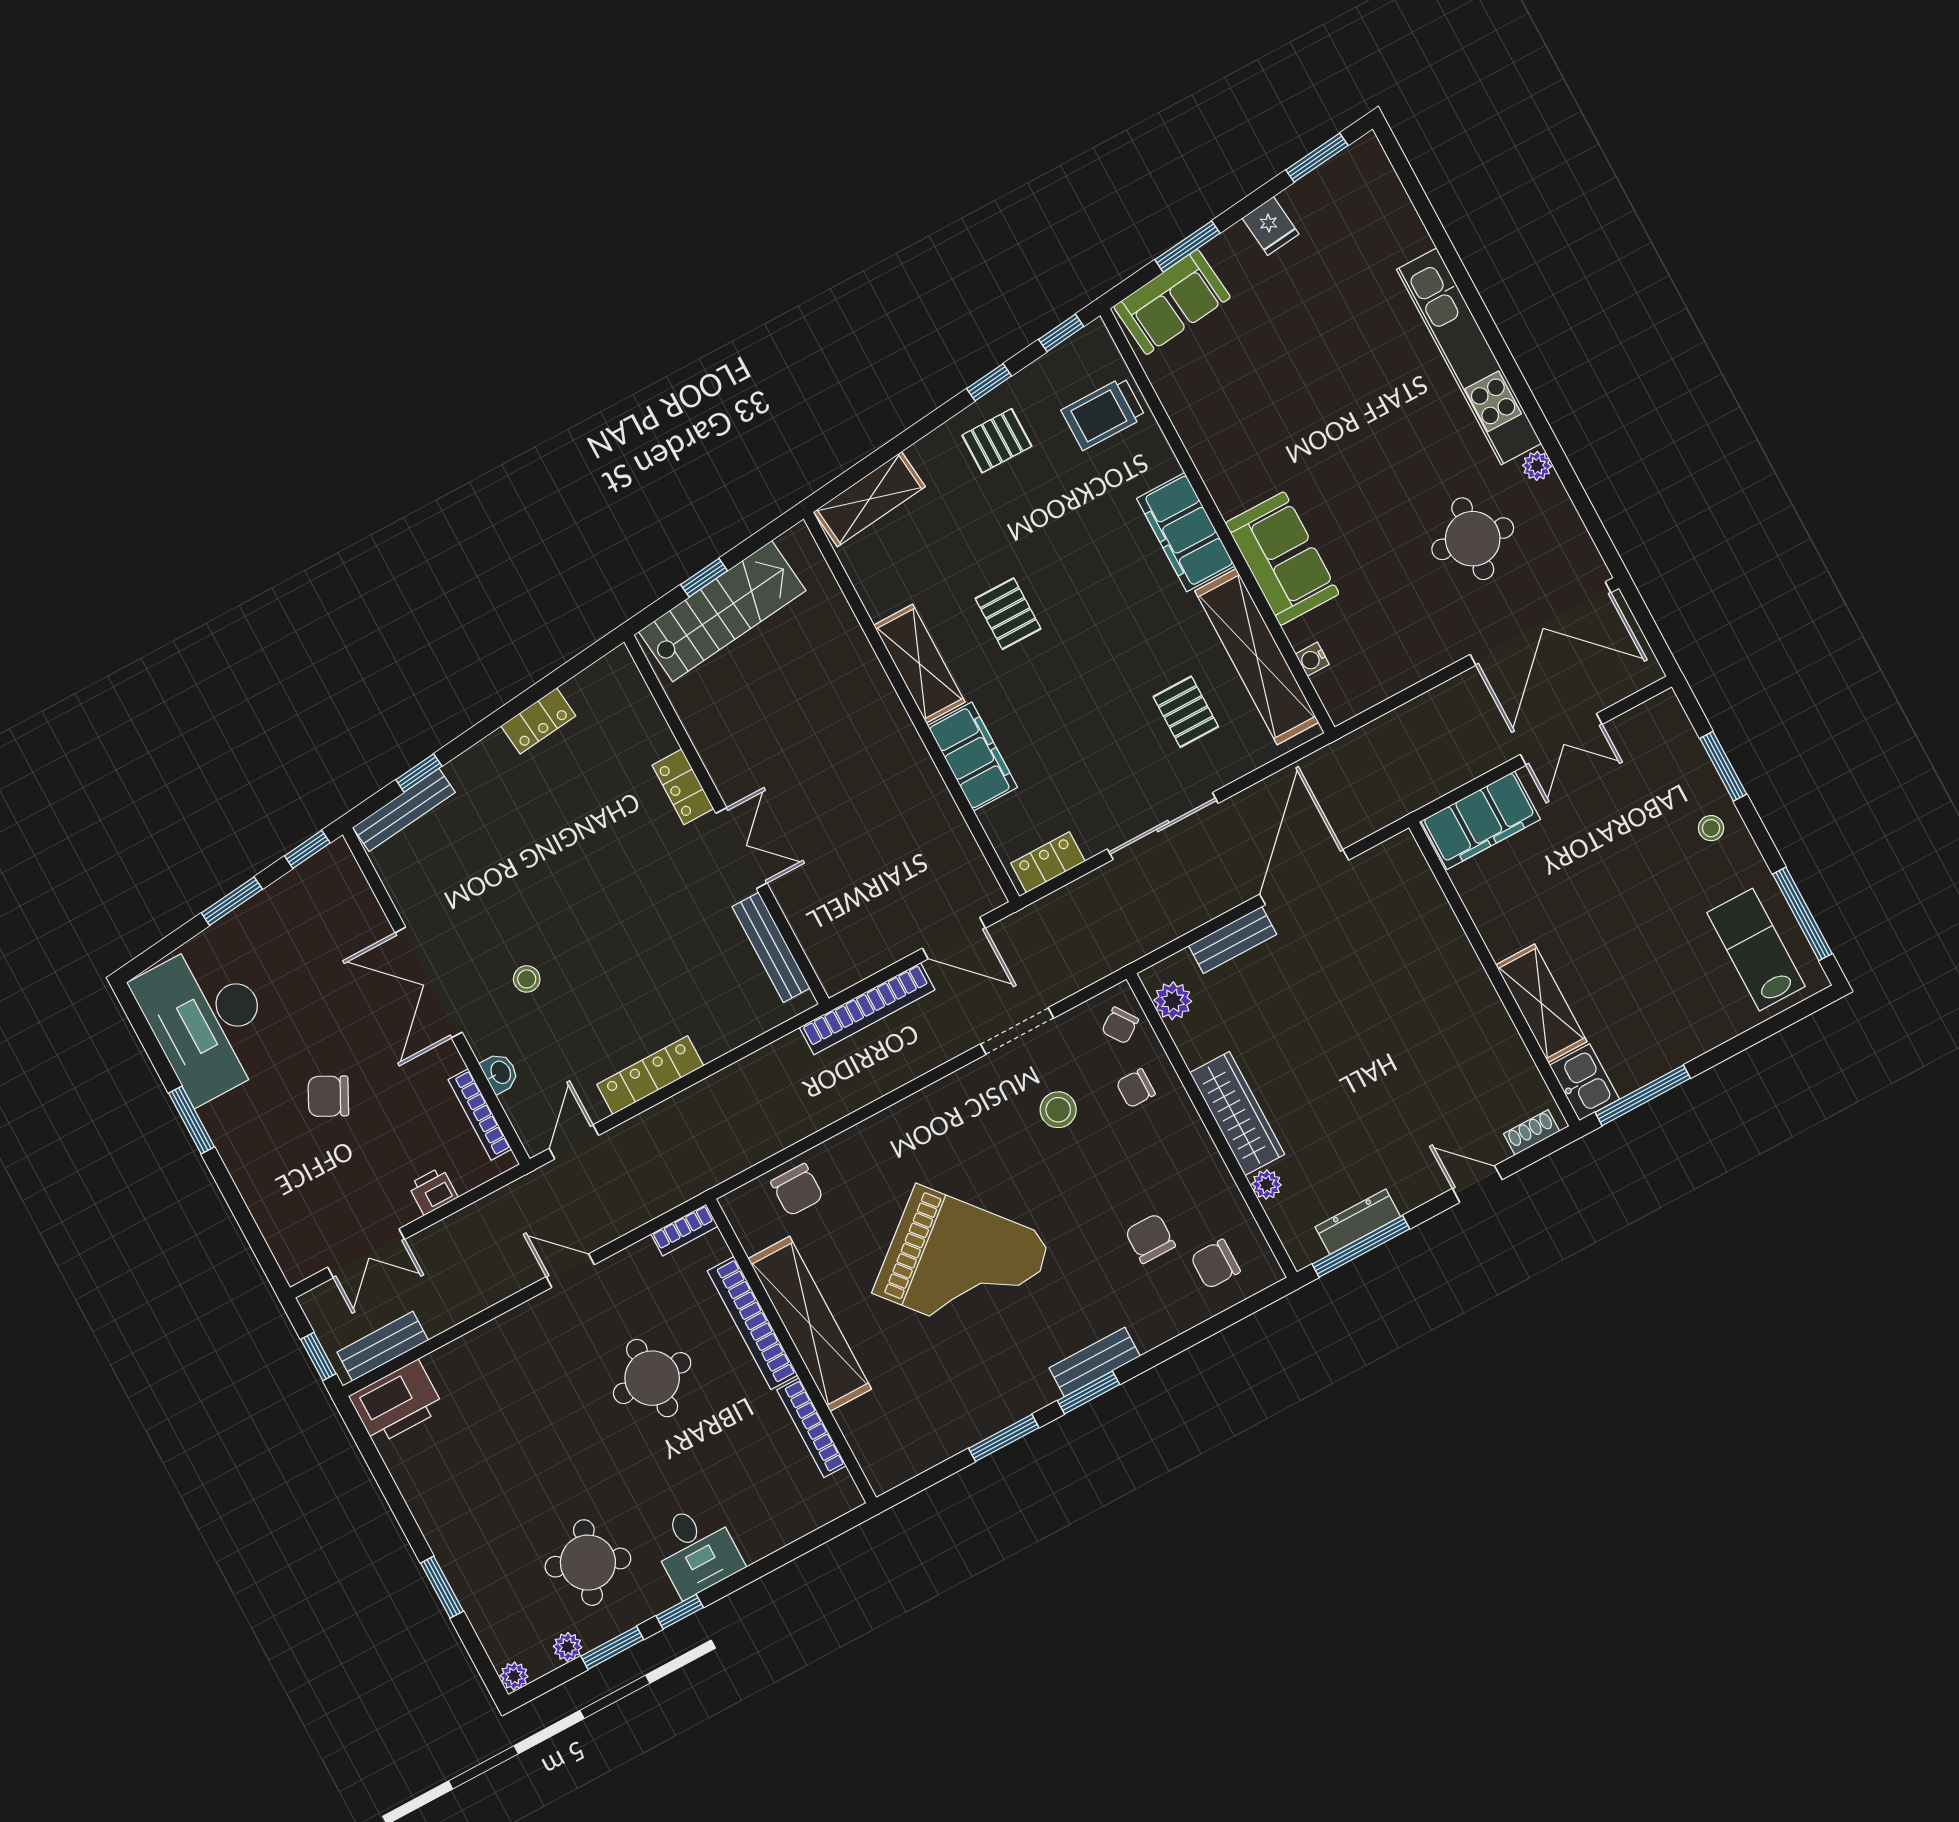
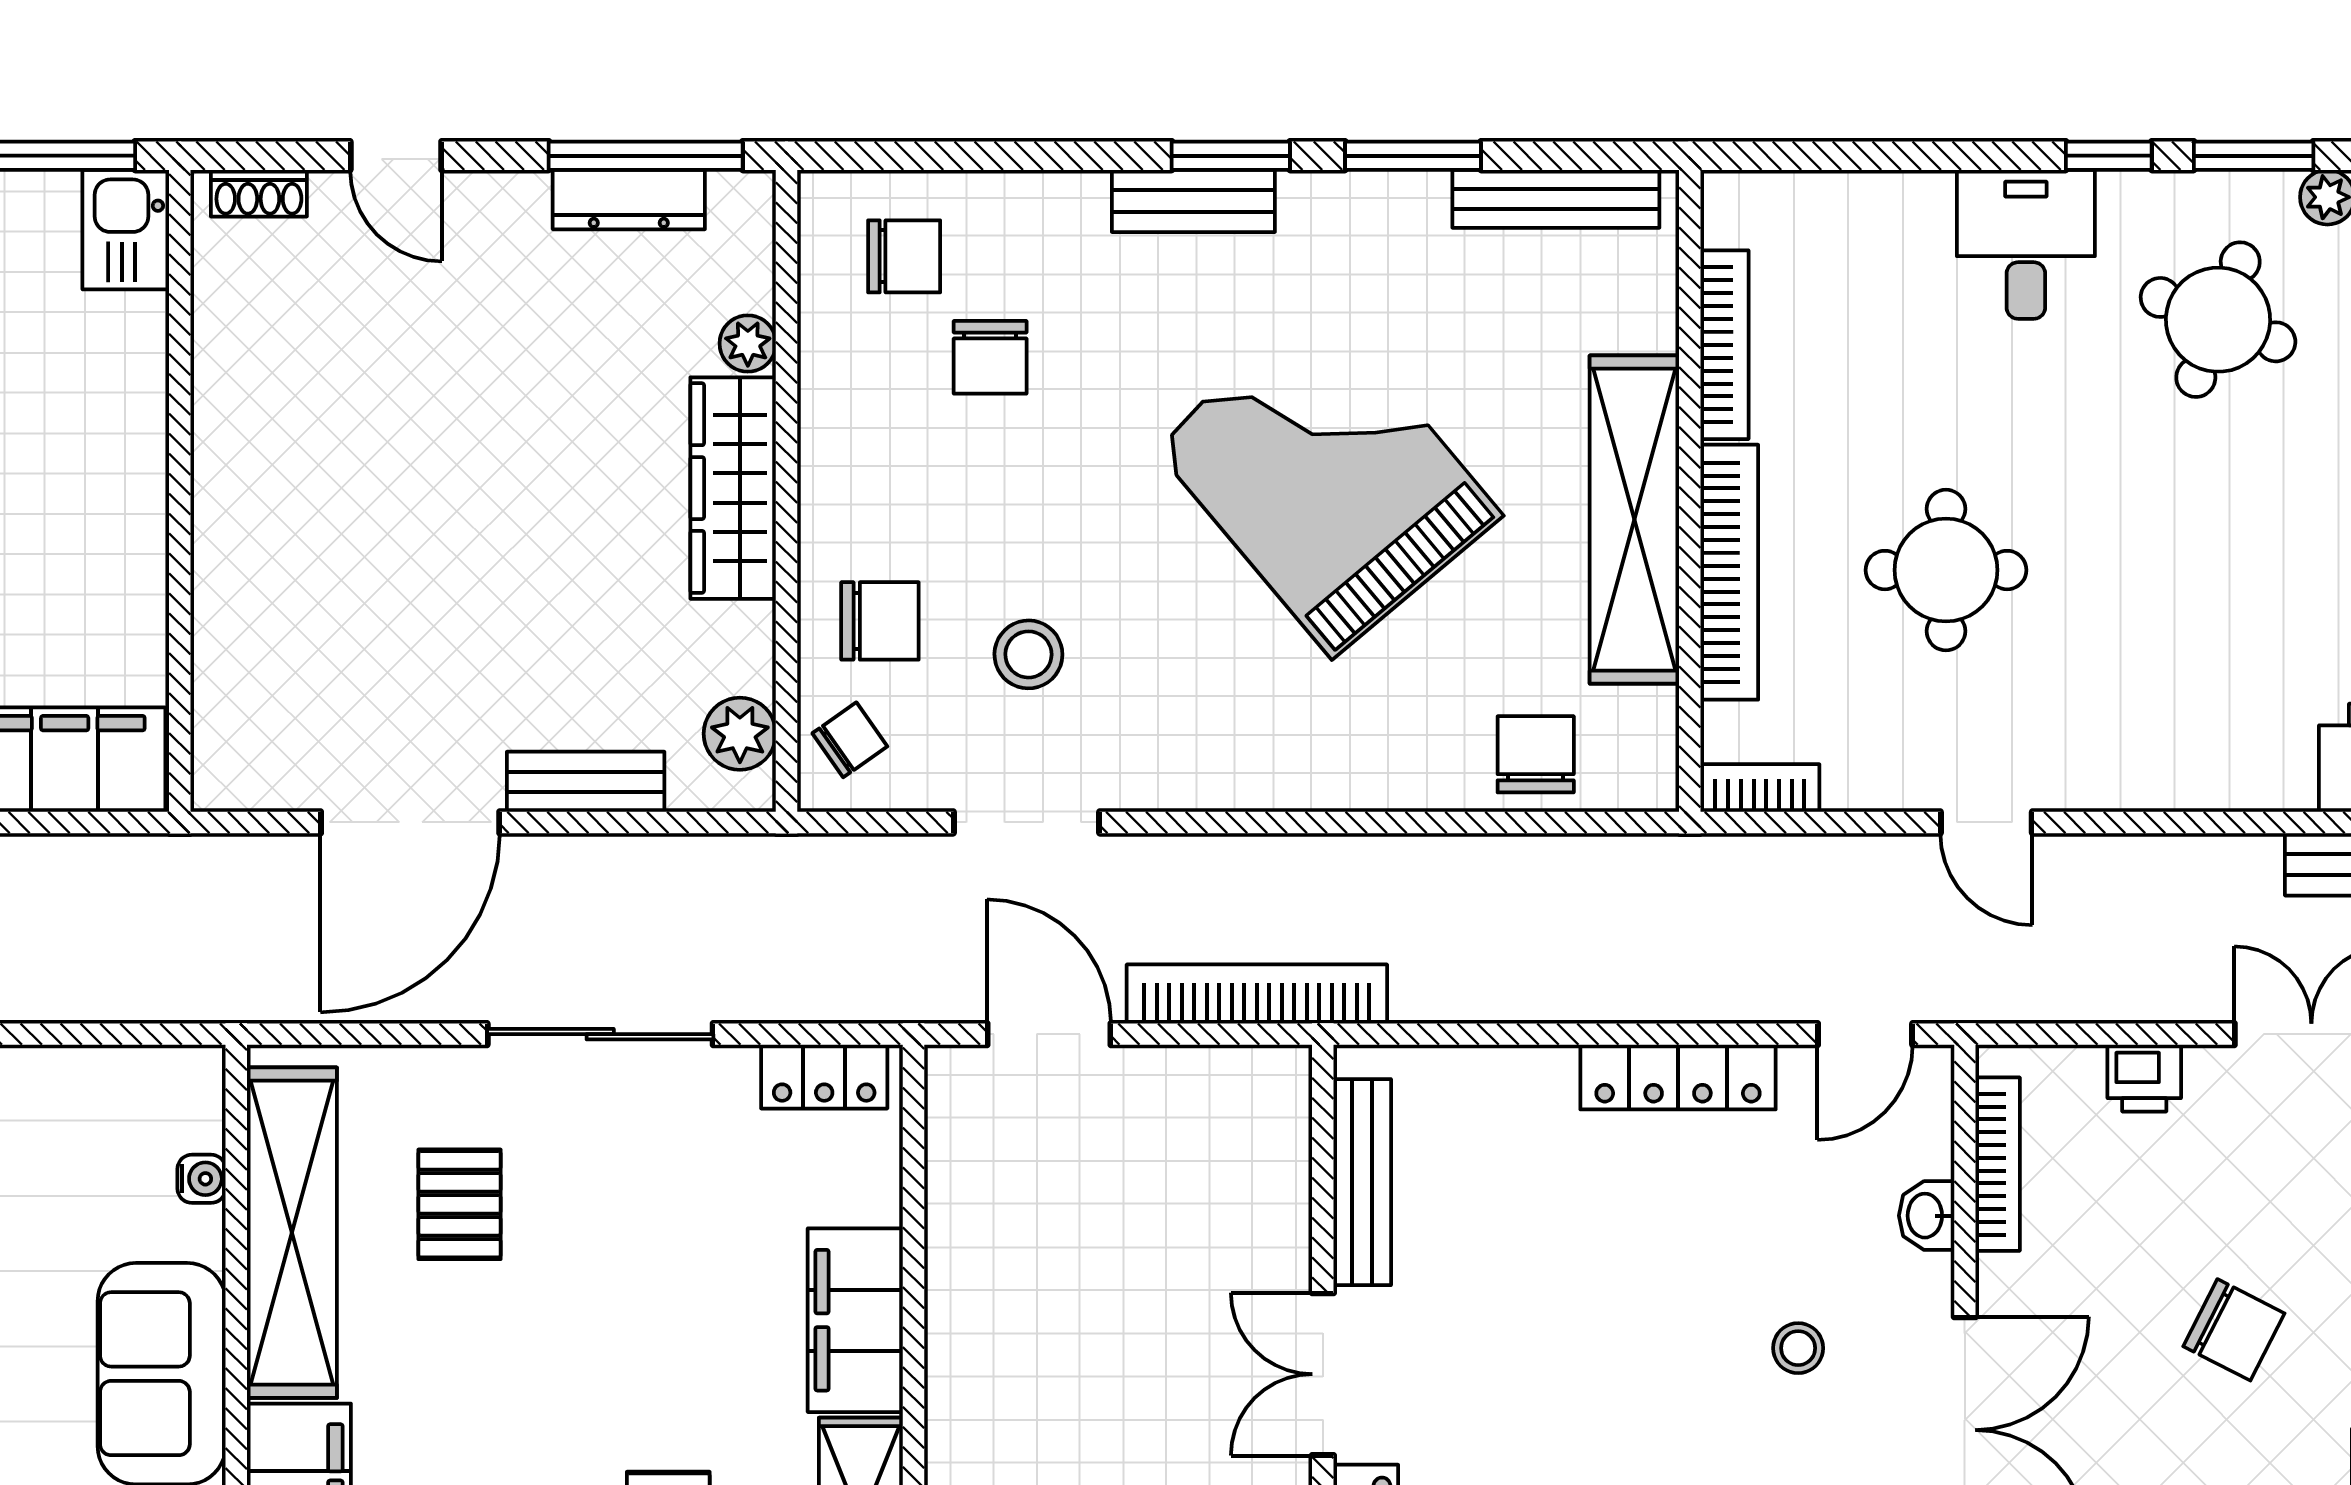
shelving: (1541, 1003) -> (127, 400), removed
chair: (1136, 1088) -> (880, 621), width x1.37, depth x1.37
bench: (926, 1454) -> (1556, 199), added

